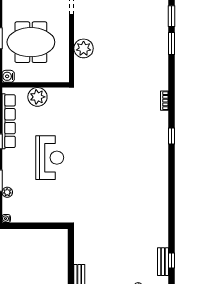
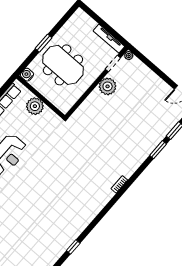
plant: (84, 48) -> (108, 86), moved
window: (171, 136) -> (73, 247), moved

